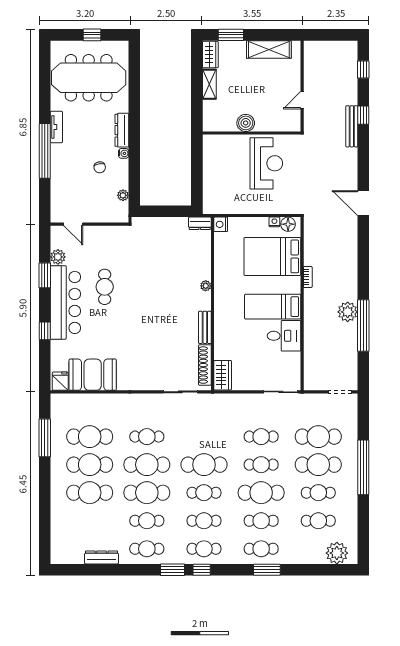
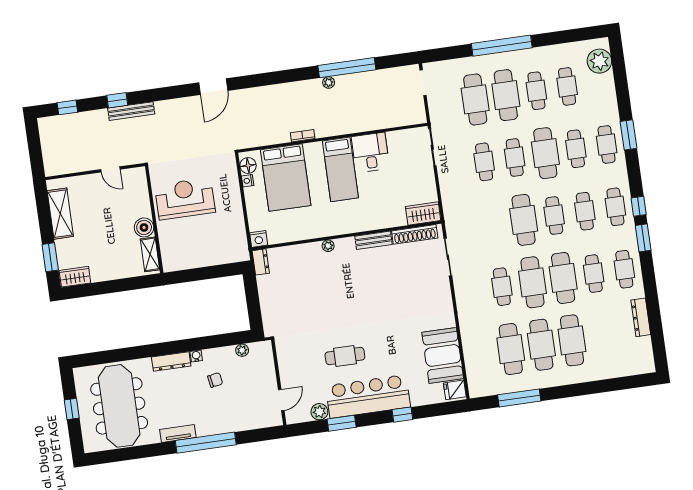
shelving: (209, 84) -> (150, 254), moved, turned 90
plant: (348, 312) -> (329, 82), width x0.53, depth x0.53

